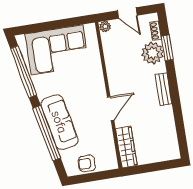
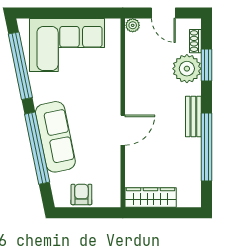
window: (177, 111) -> (207, 147), added
wardrobe: (126, 147) -> (151, 198), moved, turned -90
armchair: (87, 163) -> (81, 194), turned 90

